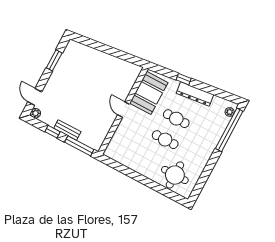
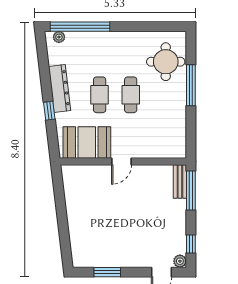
bench: (67, 130) -> (180, 181), moved
window: (53, 132) -> (191, 244), moved
window: (150, 184) -> (191, 85), added

